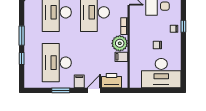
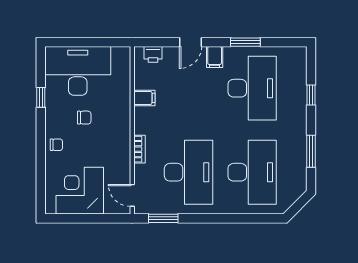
window: (183, 26) -> (41, 97), moved
window: (22, 36) -> (311, 151), moved
plant: (120, 43) -> (147, 120), removed
printer: (112, 81) -> (153, 54), width x0.53, depth x0.68

